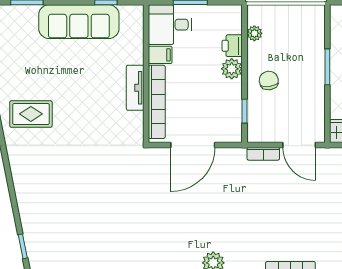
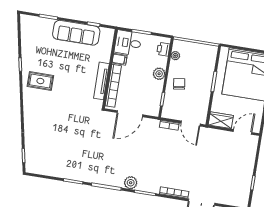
printer: (232, 46) -> (163, 49), moved
tv unit: (135, 88) -> (101, 81), width x1.41

